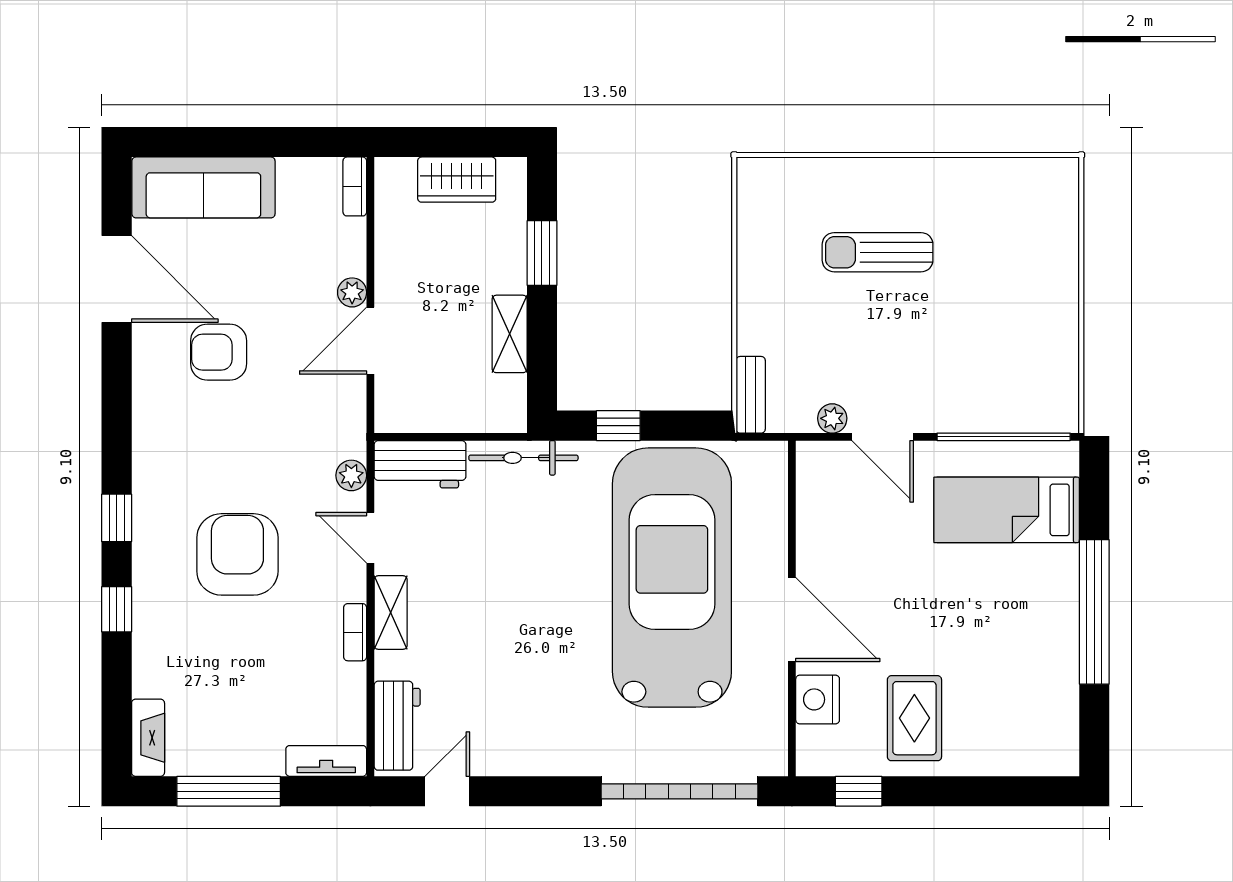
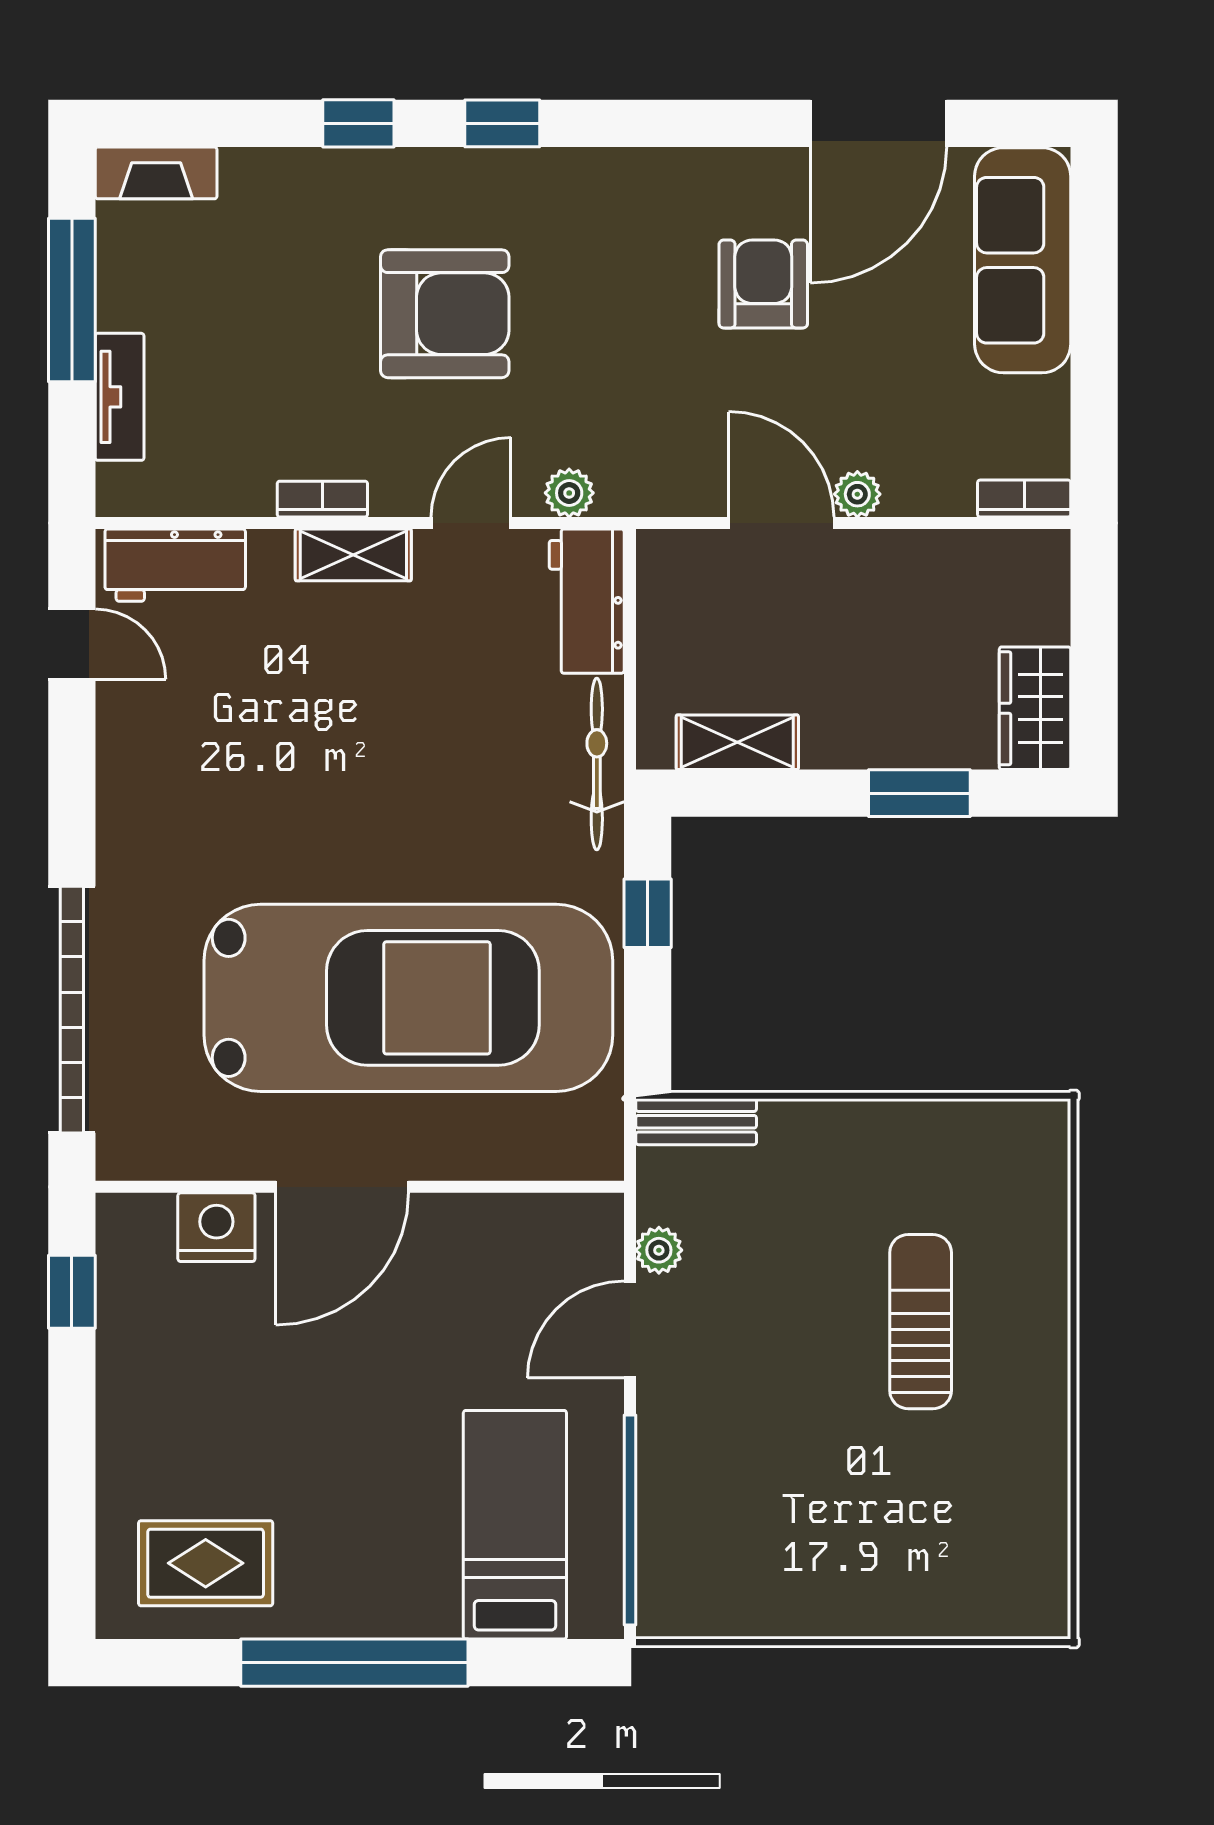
wardrobe: (457, 180) -> (1035, 708), moved
shelving: (510, 334) -> (737, 742), moved
rug: (914, 718) -> (206, 1563), moved
tv unit: (326, 761) -> (120, 397), moved

